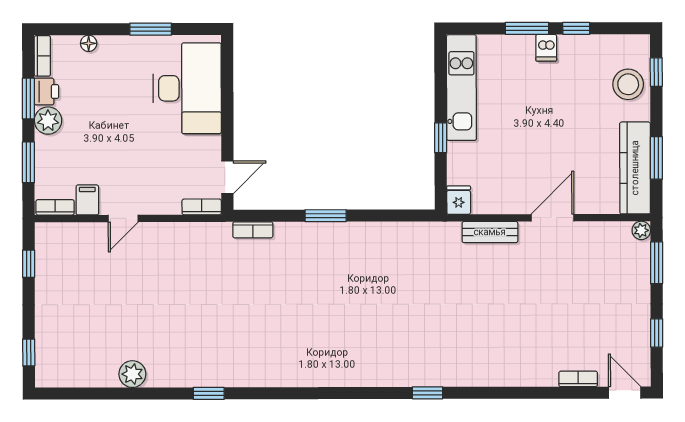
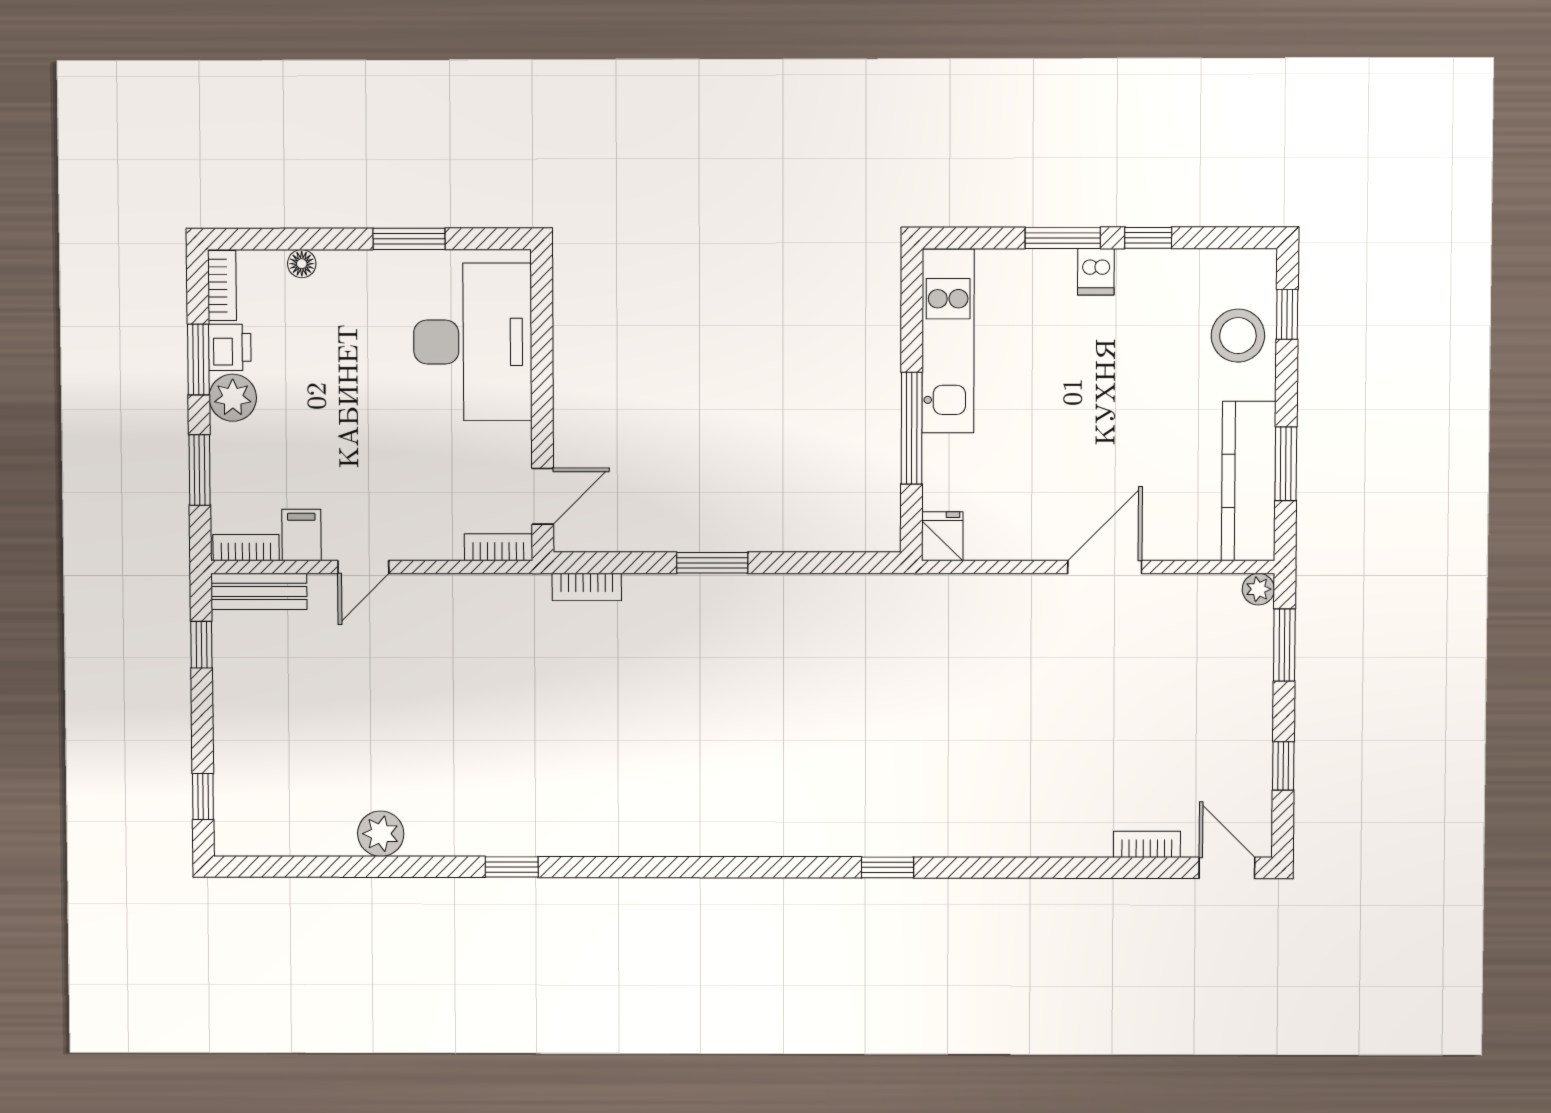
window: (441, 138) -> (912, 428), width x2.17
bench: (490, 232) -> (259, 591), moved

